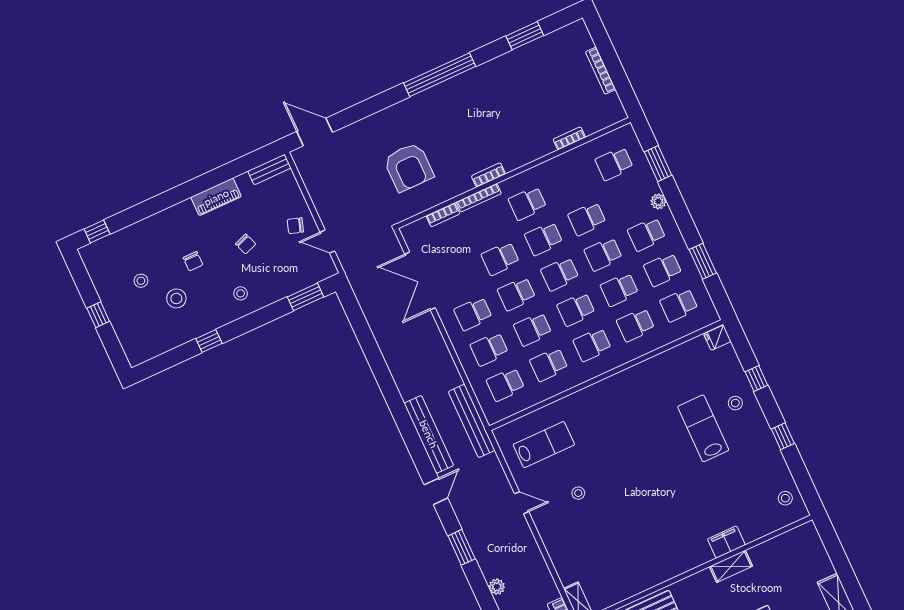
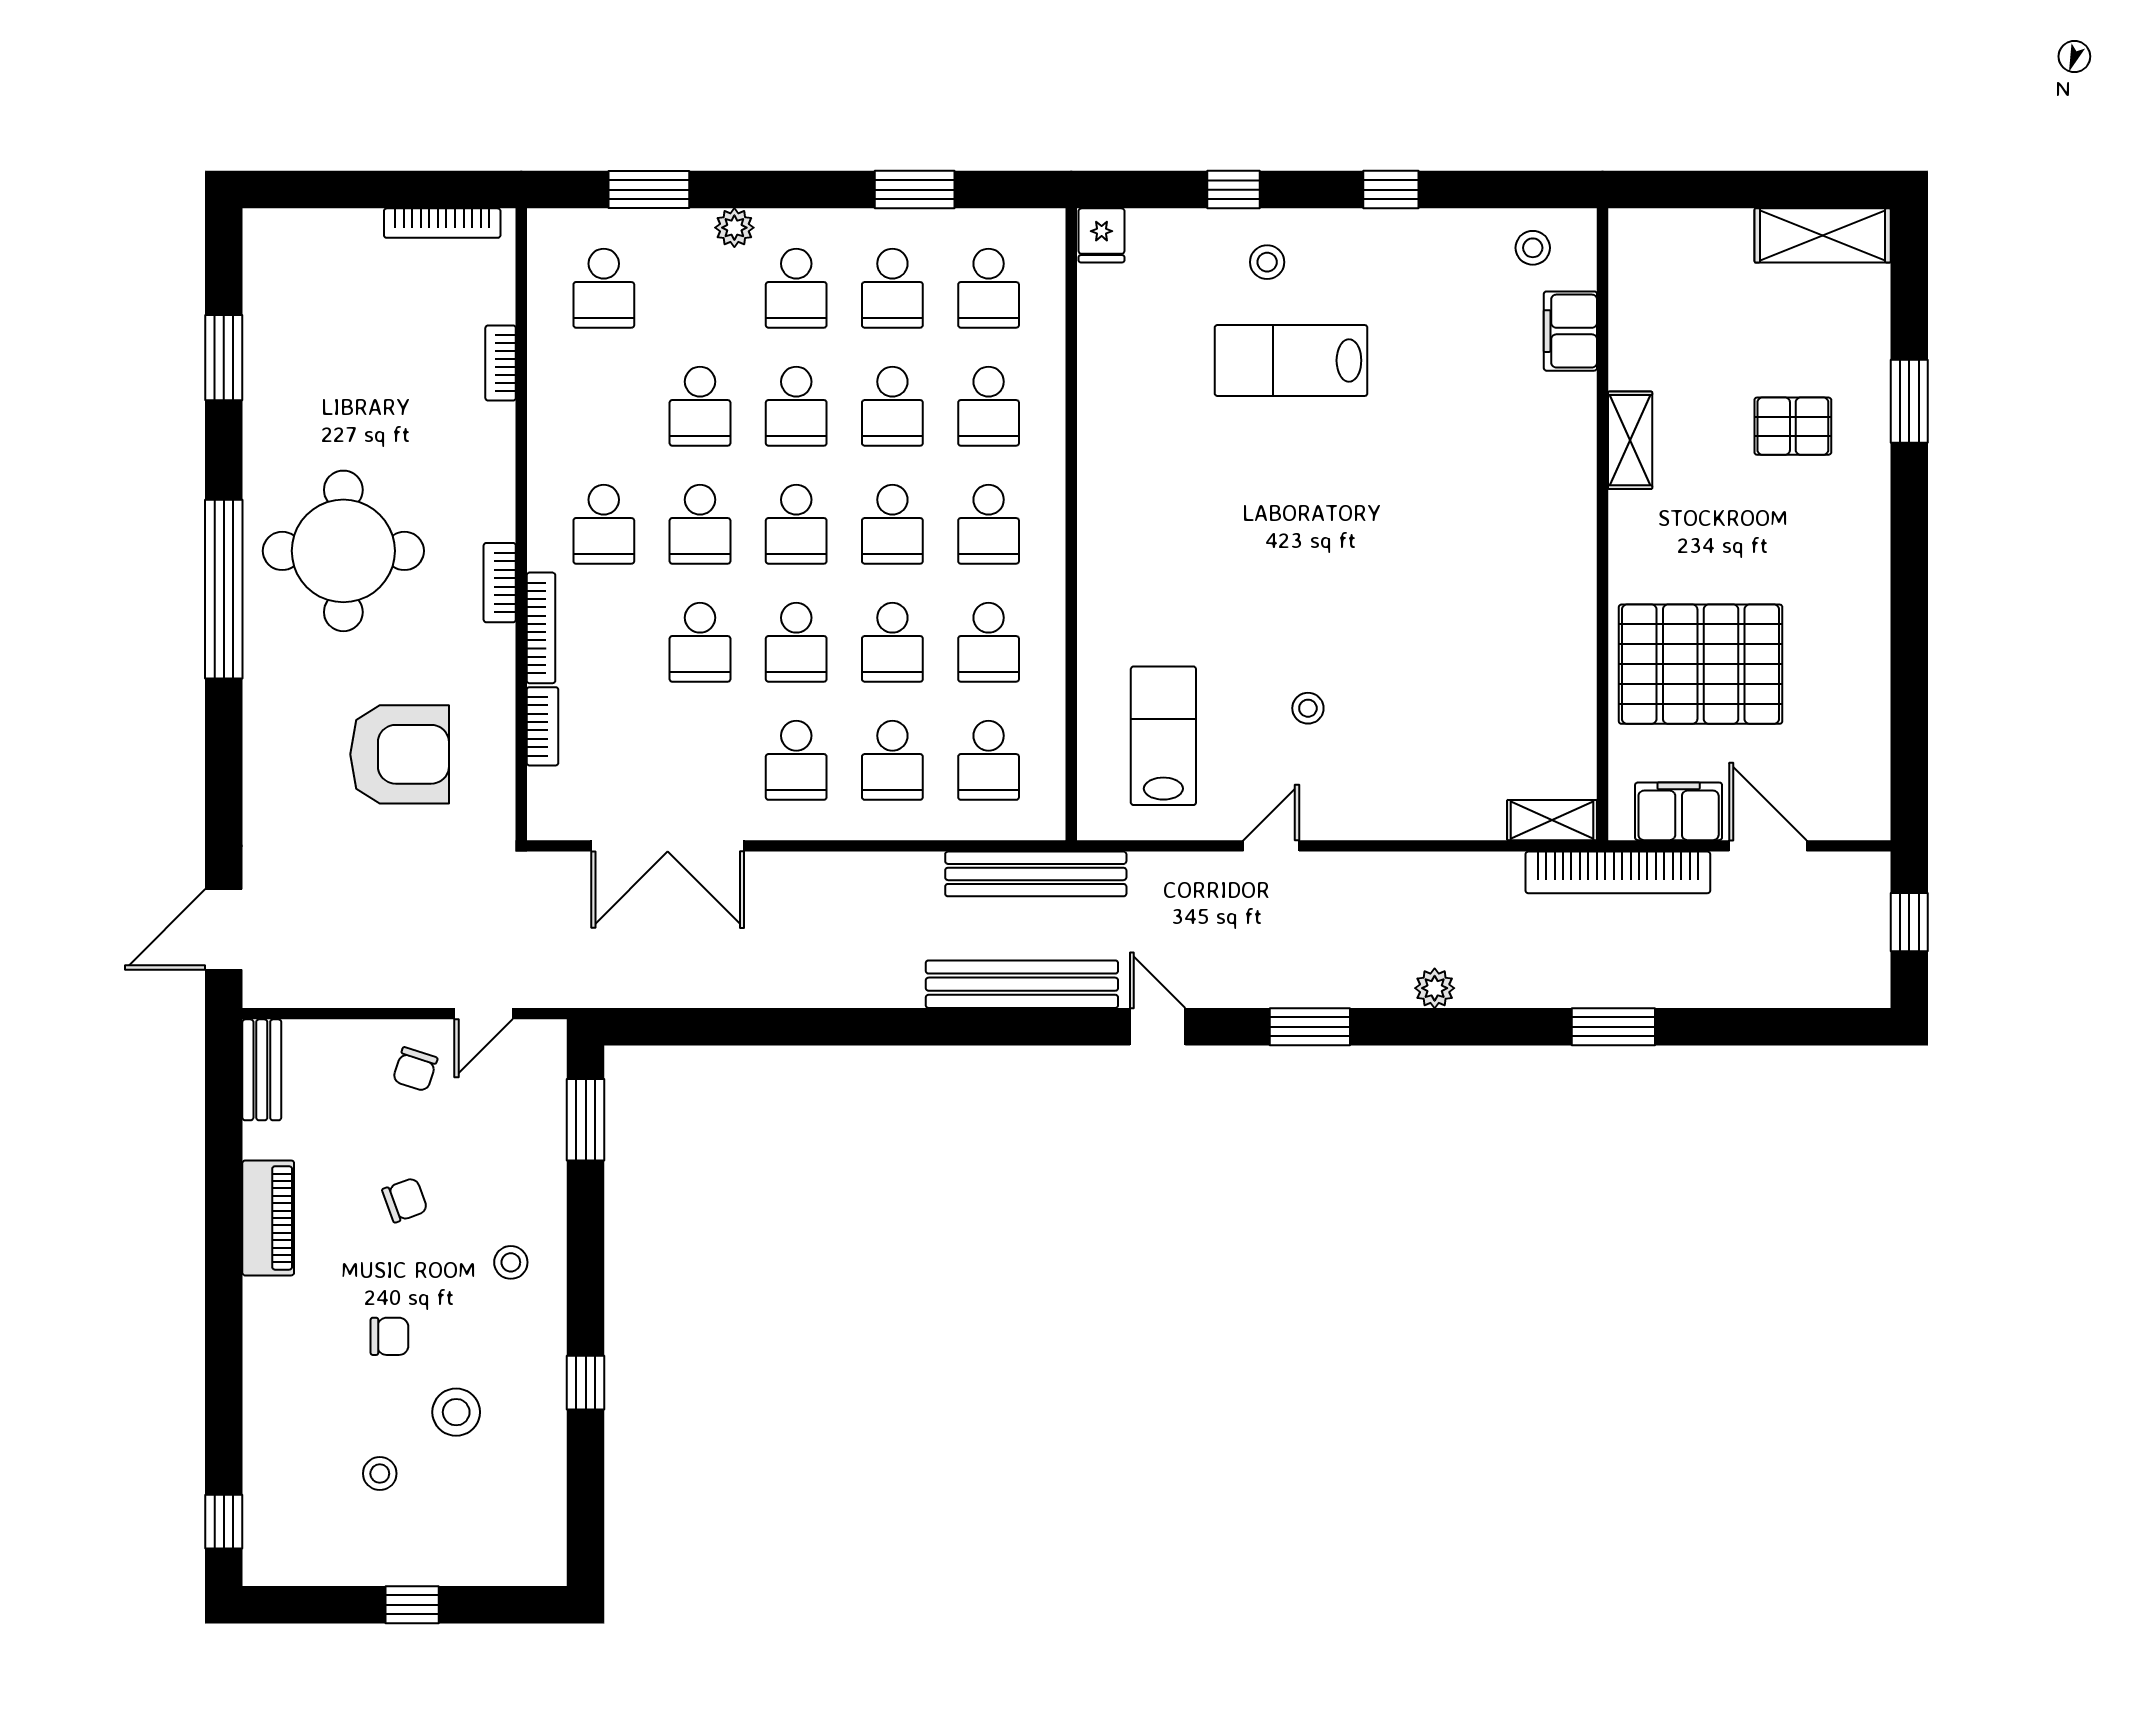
bookcase: (601, 71) -> (442, 223), moved
round table: (474, 112) -> (343, 551), added
filing cabinet: (726, 542) -> (1570, 331), moved

